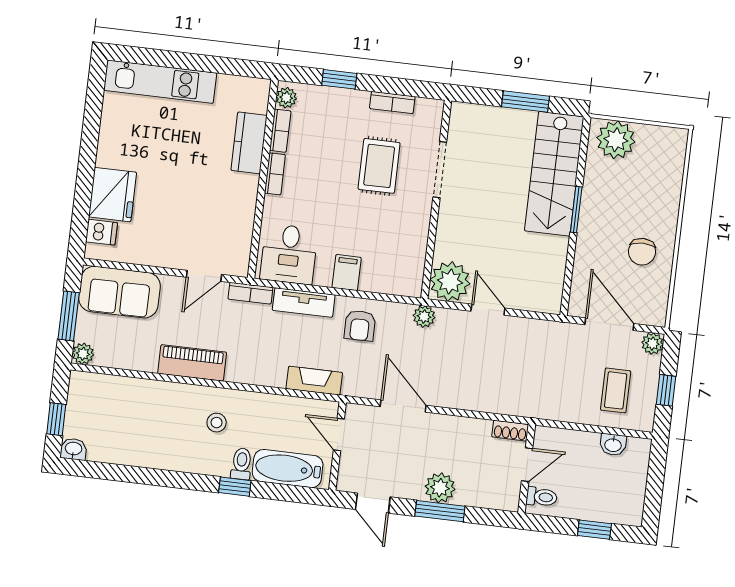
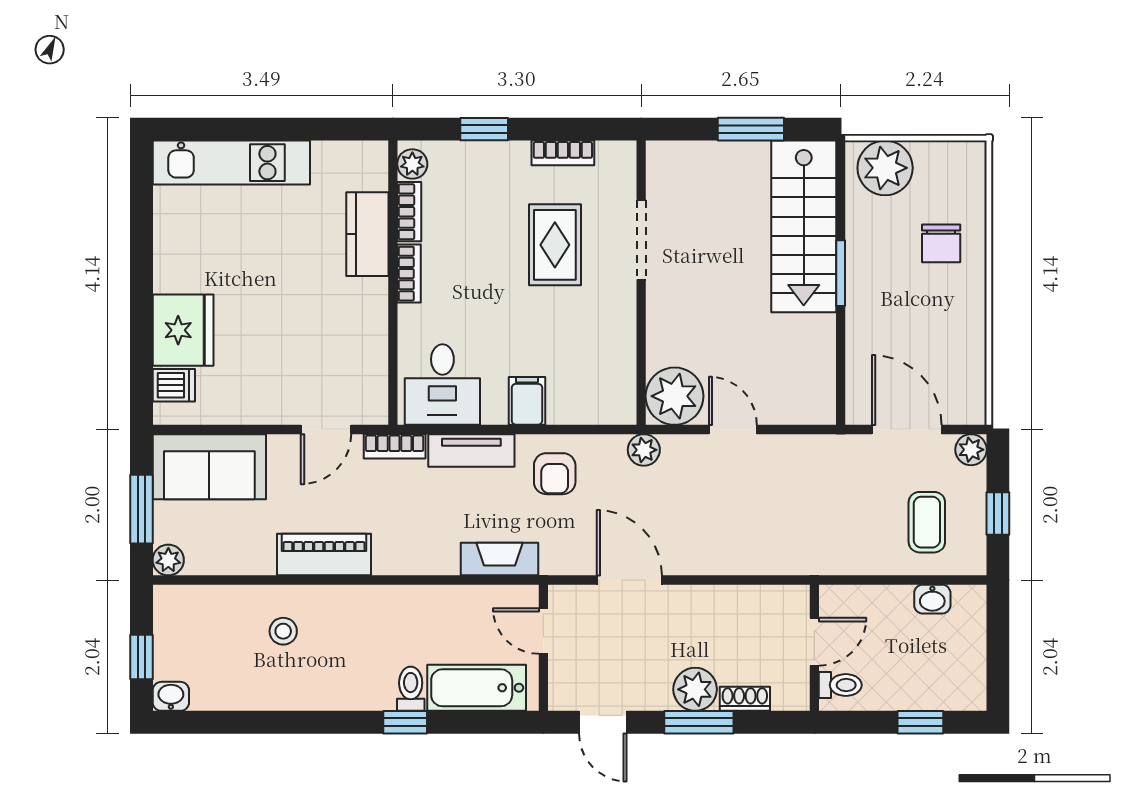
chair: (642, 252) -> (941, 243), moved
stool: (217, 423) -> (283, 631), moved
shoe rack: (510, 431) -> (745, 699), moved, turned 180

